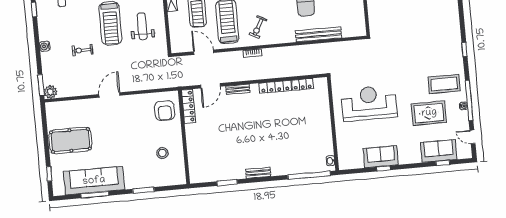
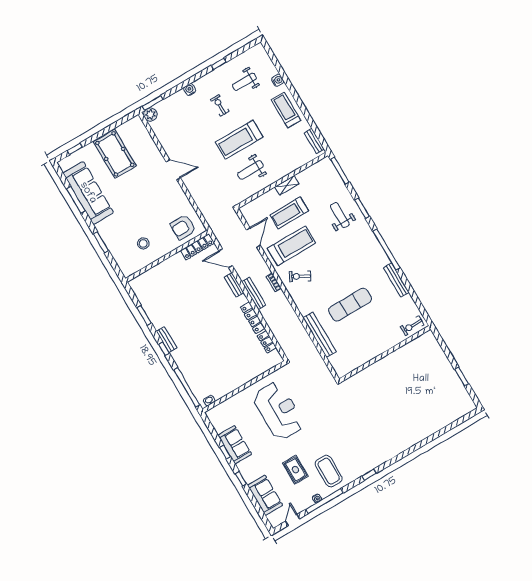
weight bench: (142, 26) -> (250, 170), turned 180
exercise bike: (82, 50) -> (220, 105), moved
bench: (254, 76) -> (254, 293), added
rug: (429, 113) -> (295, 470), width x0.73, depth x0.70
window: (443, 163) -> (241, 479), moved
window: (265, 179) -> (164, 349), added

